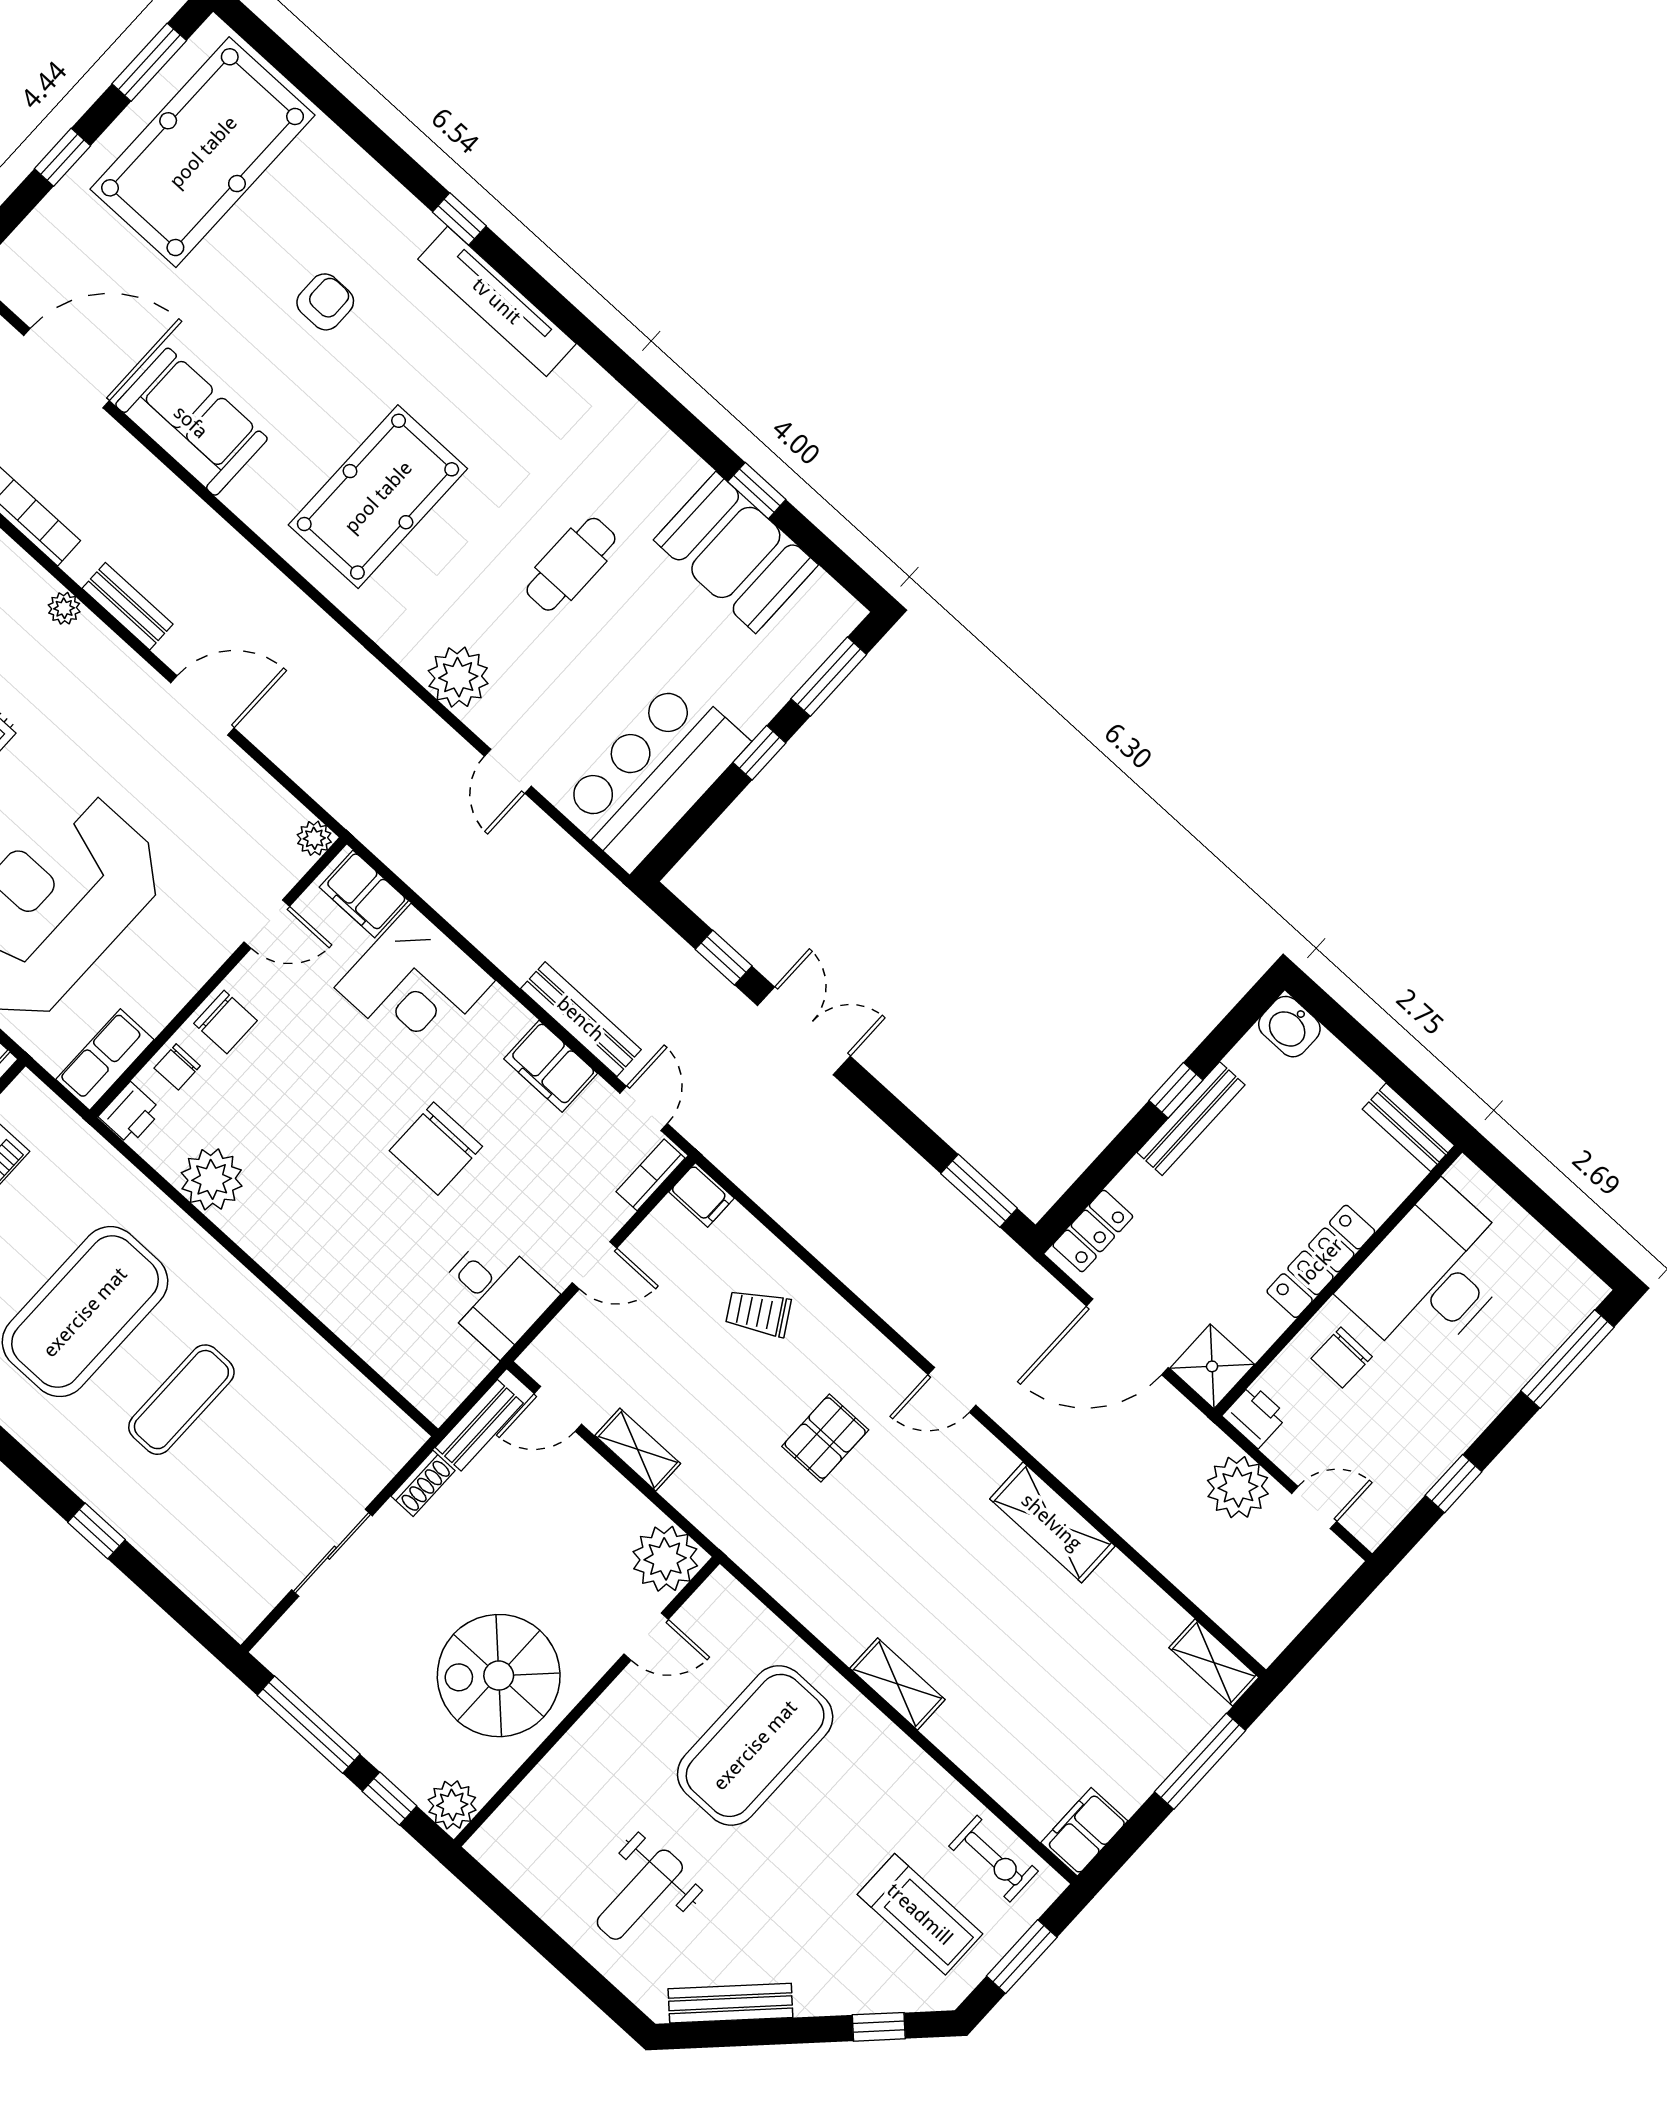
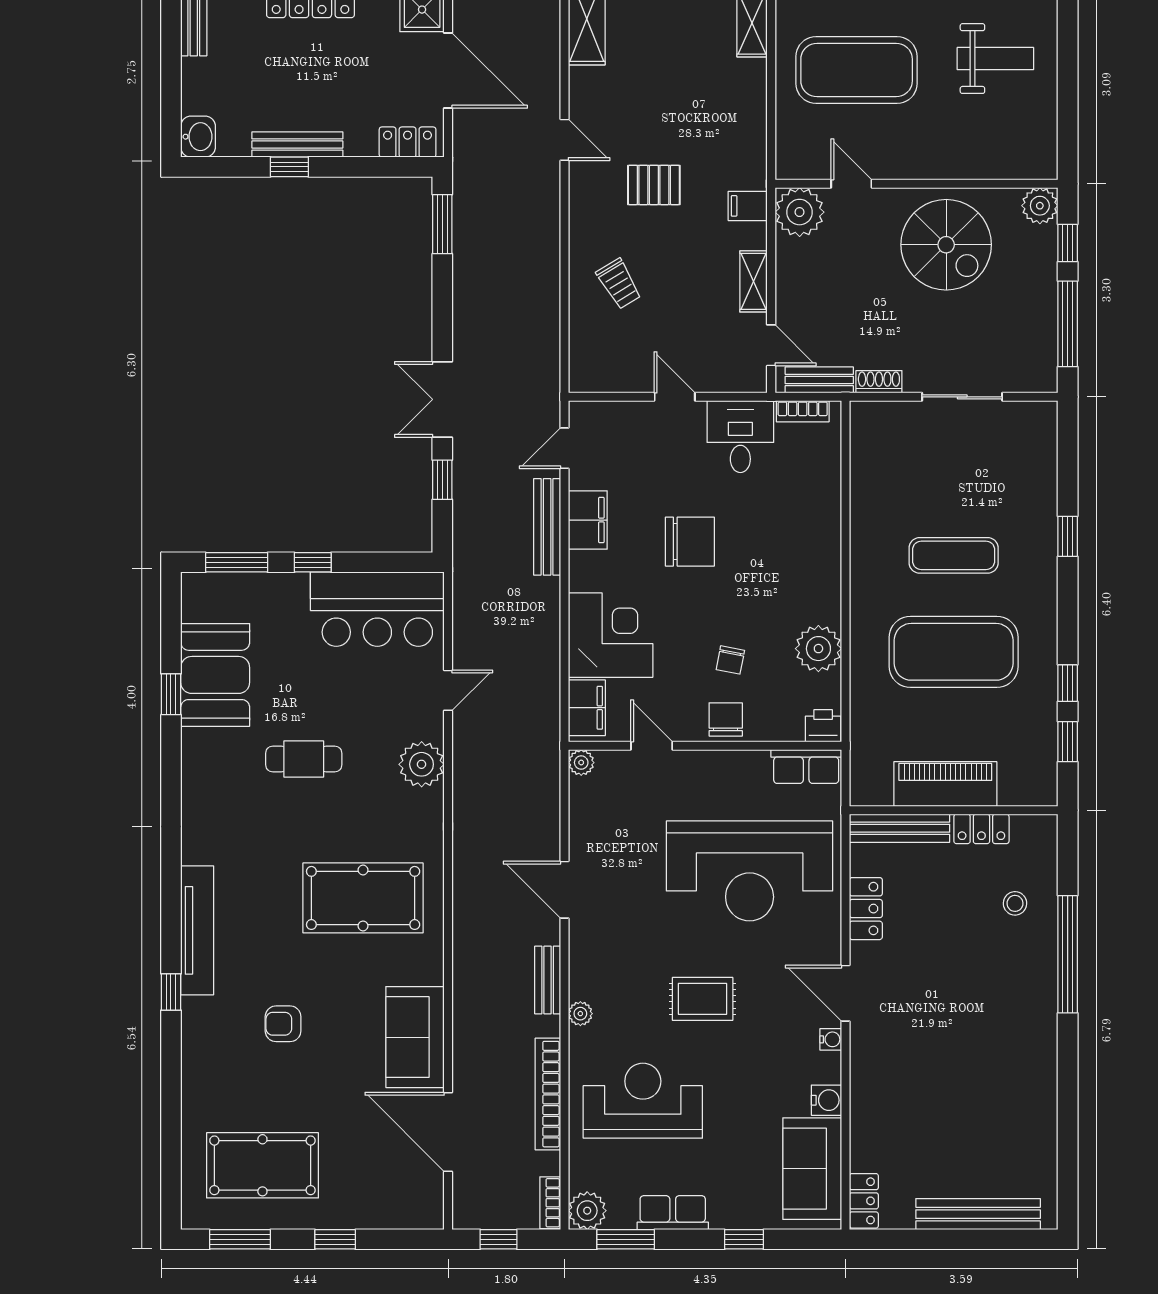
pool table: (203, 152) -> (262, 1165), width x0.73, depth x0.76
chair: (177, 1067) -> (730, 660), moved, turned 101
bookcase: (651, 1175) -> (803, 411), moved
filing cabinet: (701, 1195) -> (748, 206), moved, turned -90

